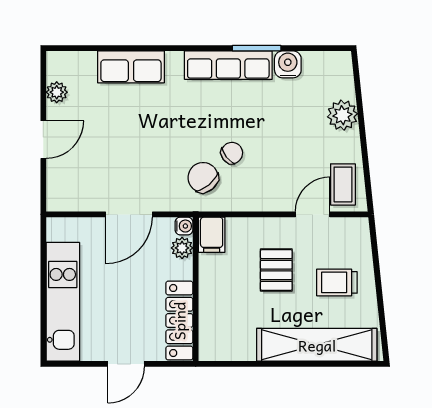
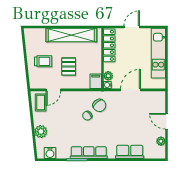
water cooler: (288, 64) -> (50, 153), moved
door: (43, 140) -> (166, 121), hinge flipped
shelving: (317, 345) -> (71, 35), moved

